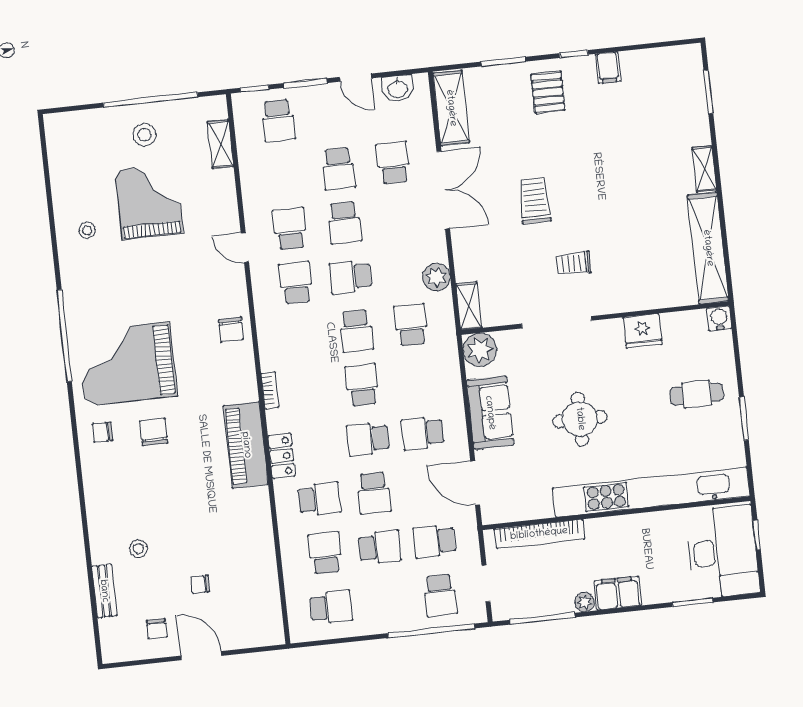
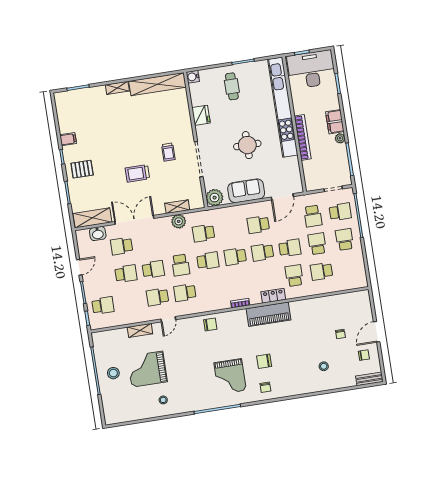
washbasin: (398, 88) -> (98, 234), moved, turned 90
shelving: (221, 144) -> (140, 330), moved
shelving: (469, 306) -> (177, 207), moved
grand piano: (127, 364) -> (230, 377), width x0.73, depth x0.68
school desk: (423, 433) -> (258, 225), turned 90
school desk: (368, 439) -> (263, 252), turned 90
bookcase: (539, 534) -> (303, 137), moved
bench: (104, 591) -> (369, 379), moved
school desk: (331, 607) -> (345, 239), moved

